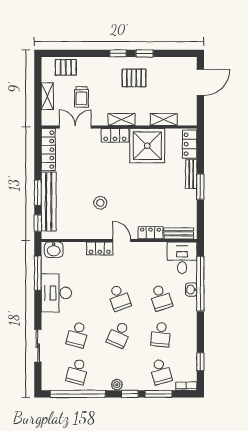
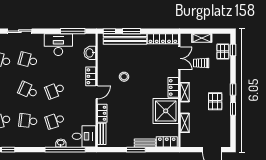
window: (64, 53) -> (233, 50), added
washbasin: (54, 250) -> (90, 53), moved

